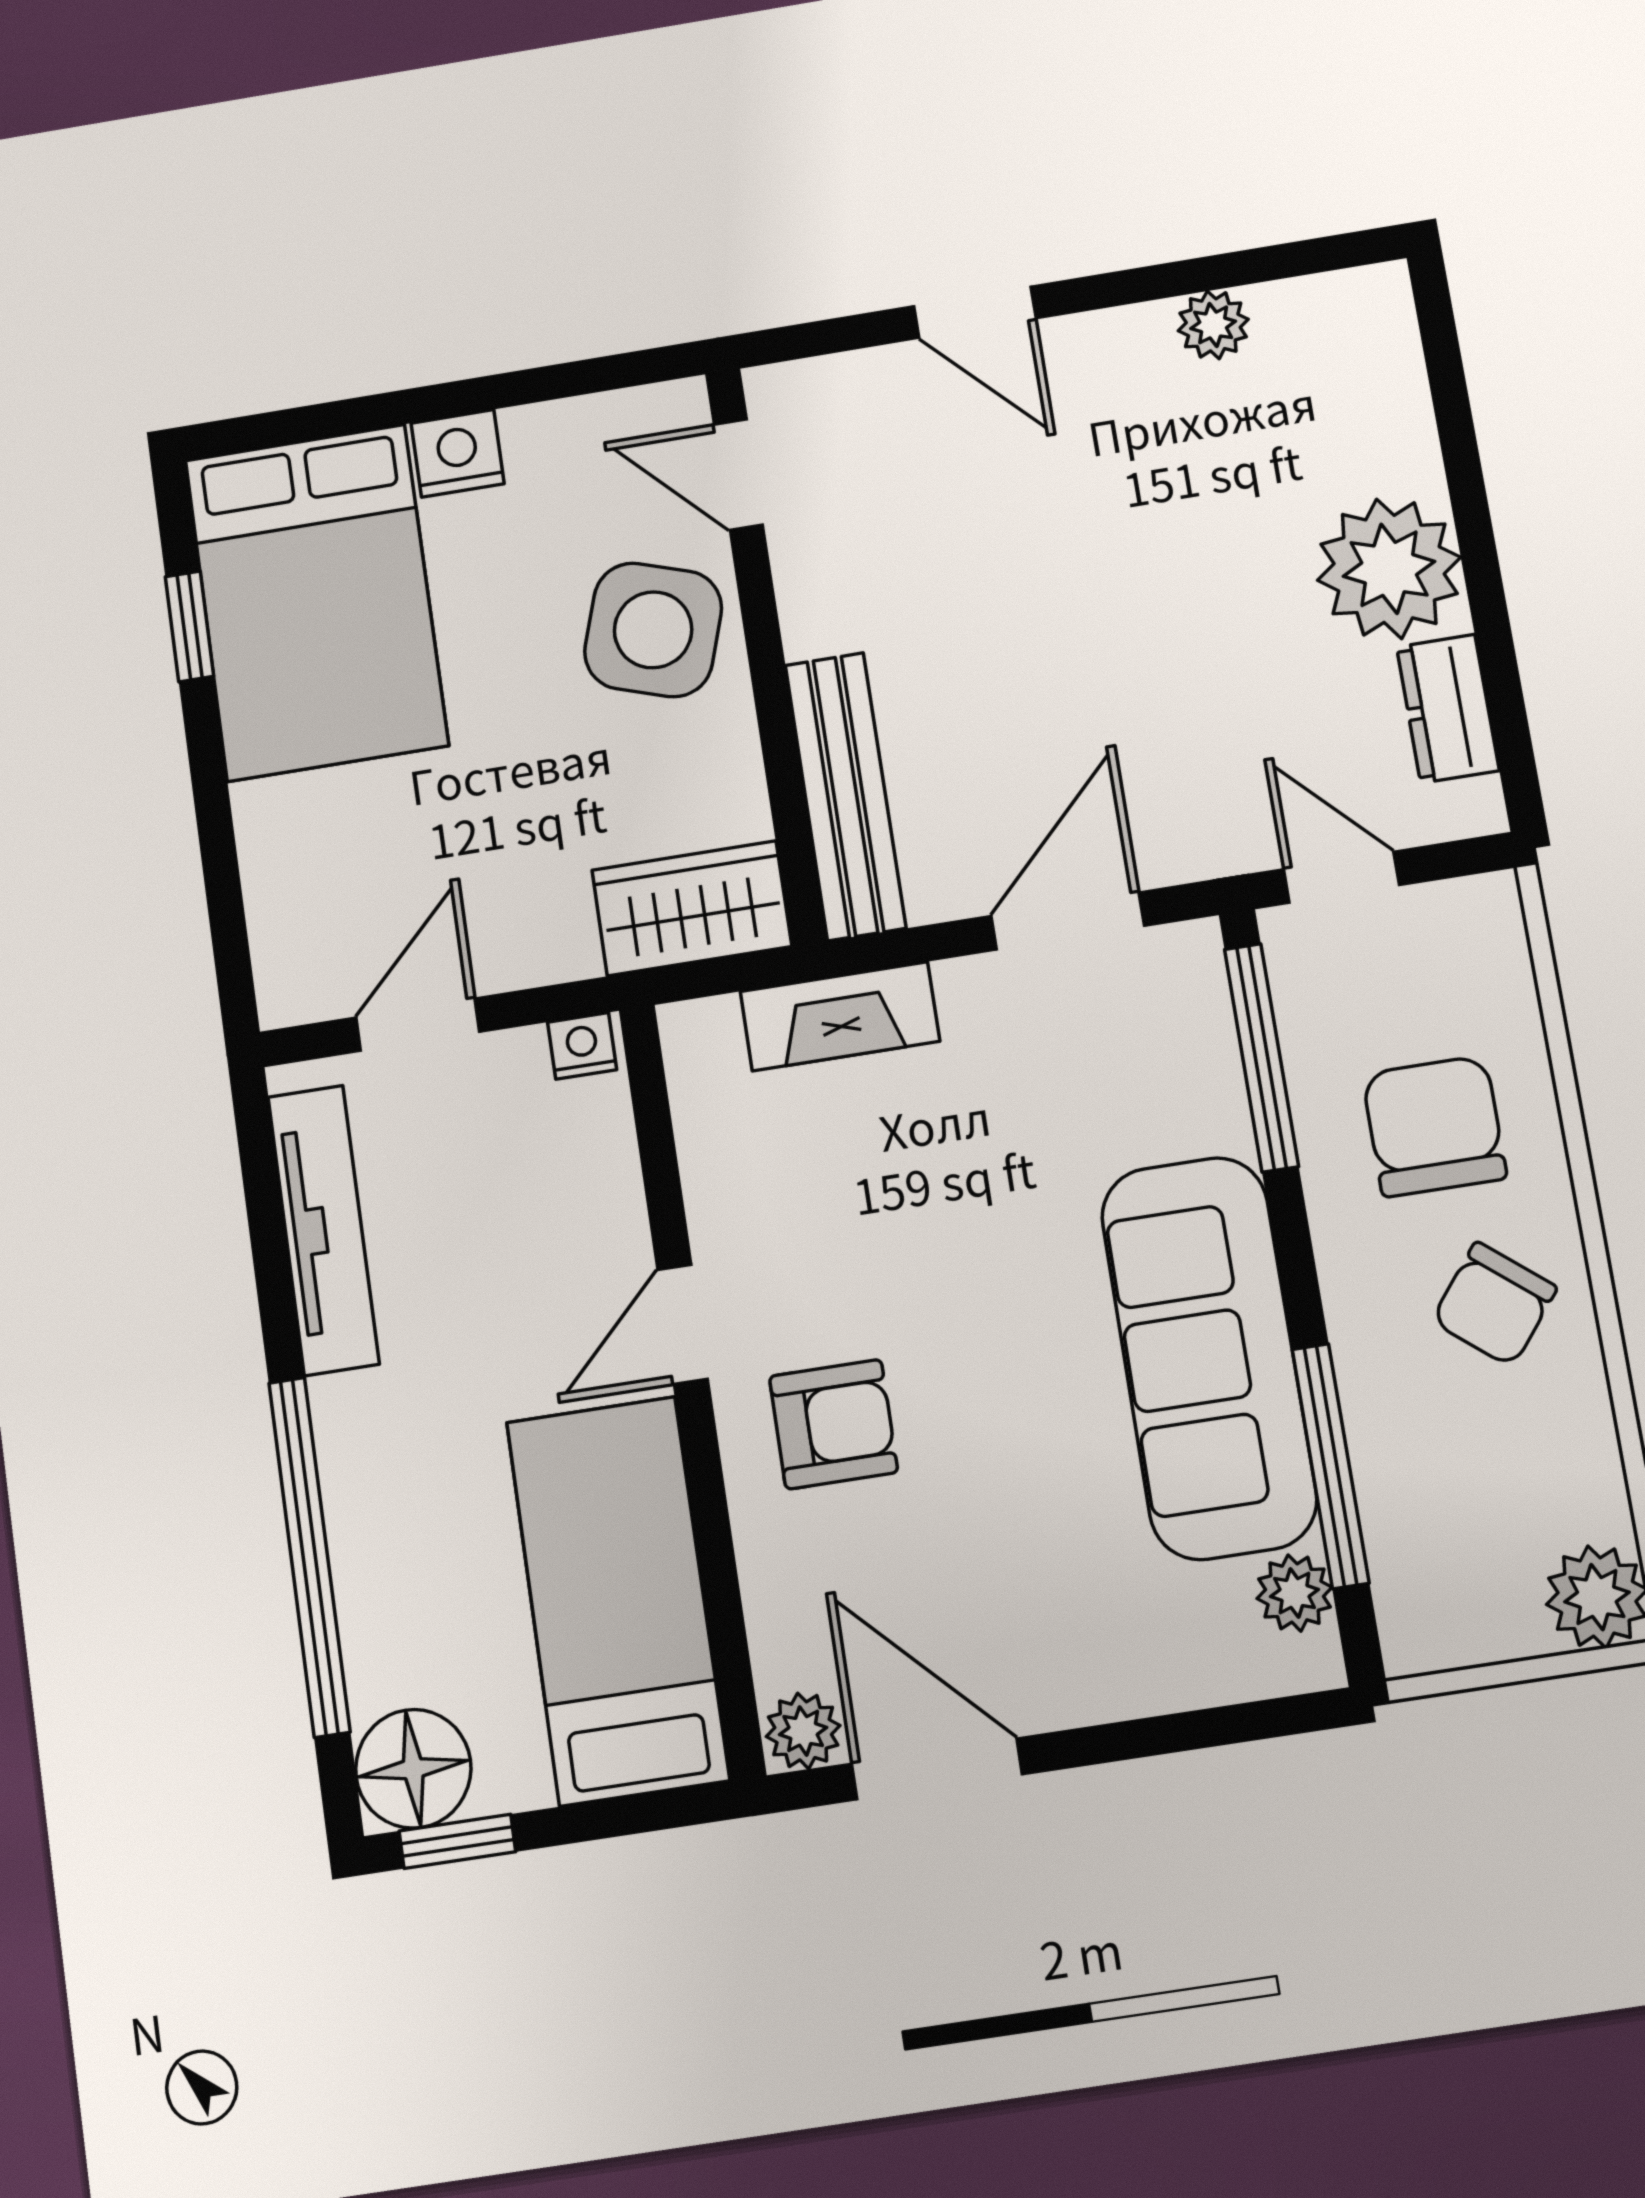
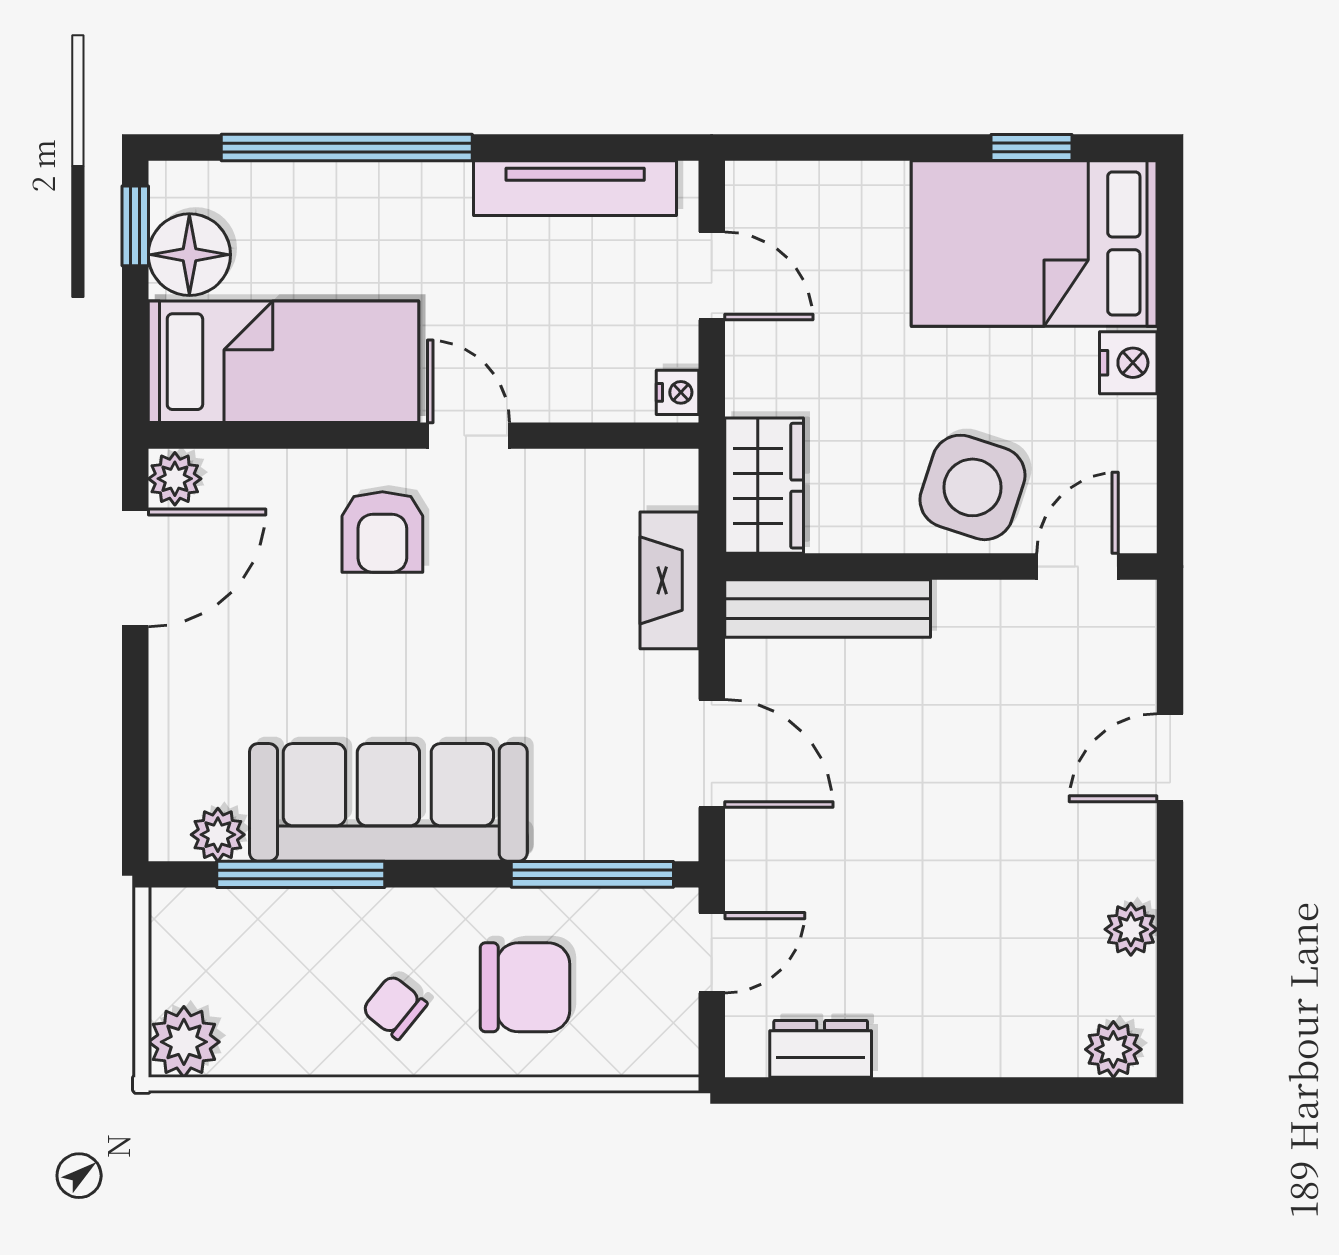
plant: (1389, 569) -> (1113, 1049), moved, width x0.53, depth x0.53
chair: (1494, 1304) -> (395, 1007), width x0.73, depth x0.73
floor lamp: (413, 1769) -> (189, 255), moved

